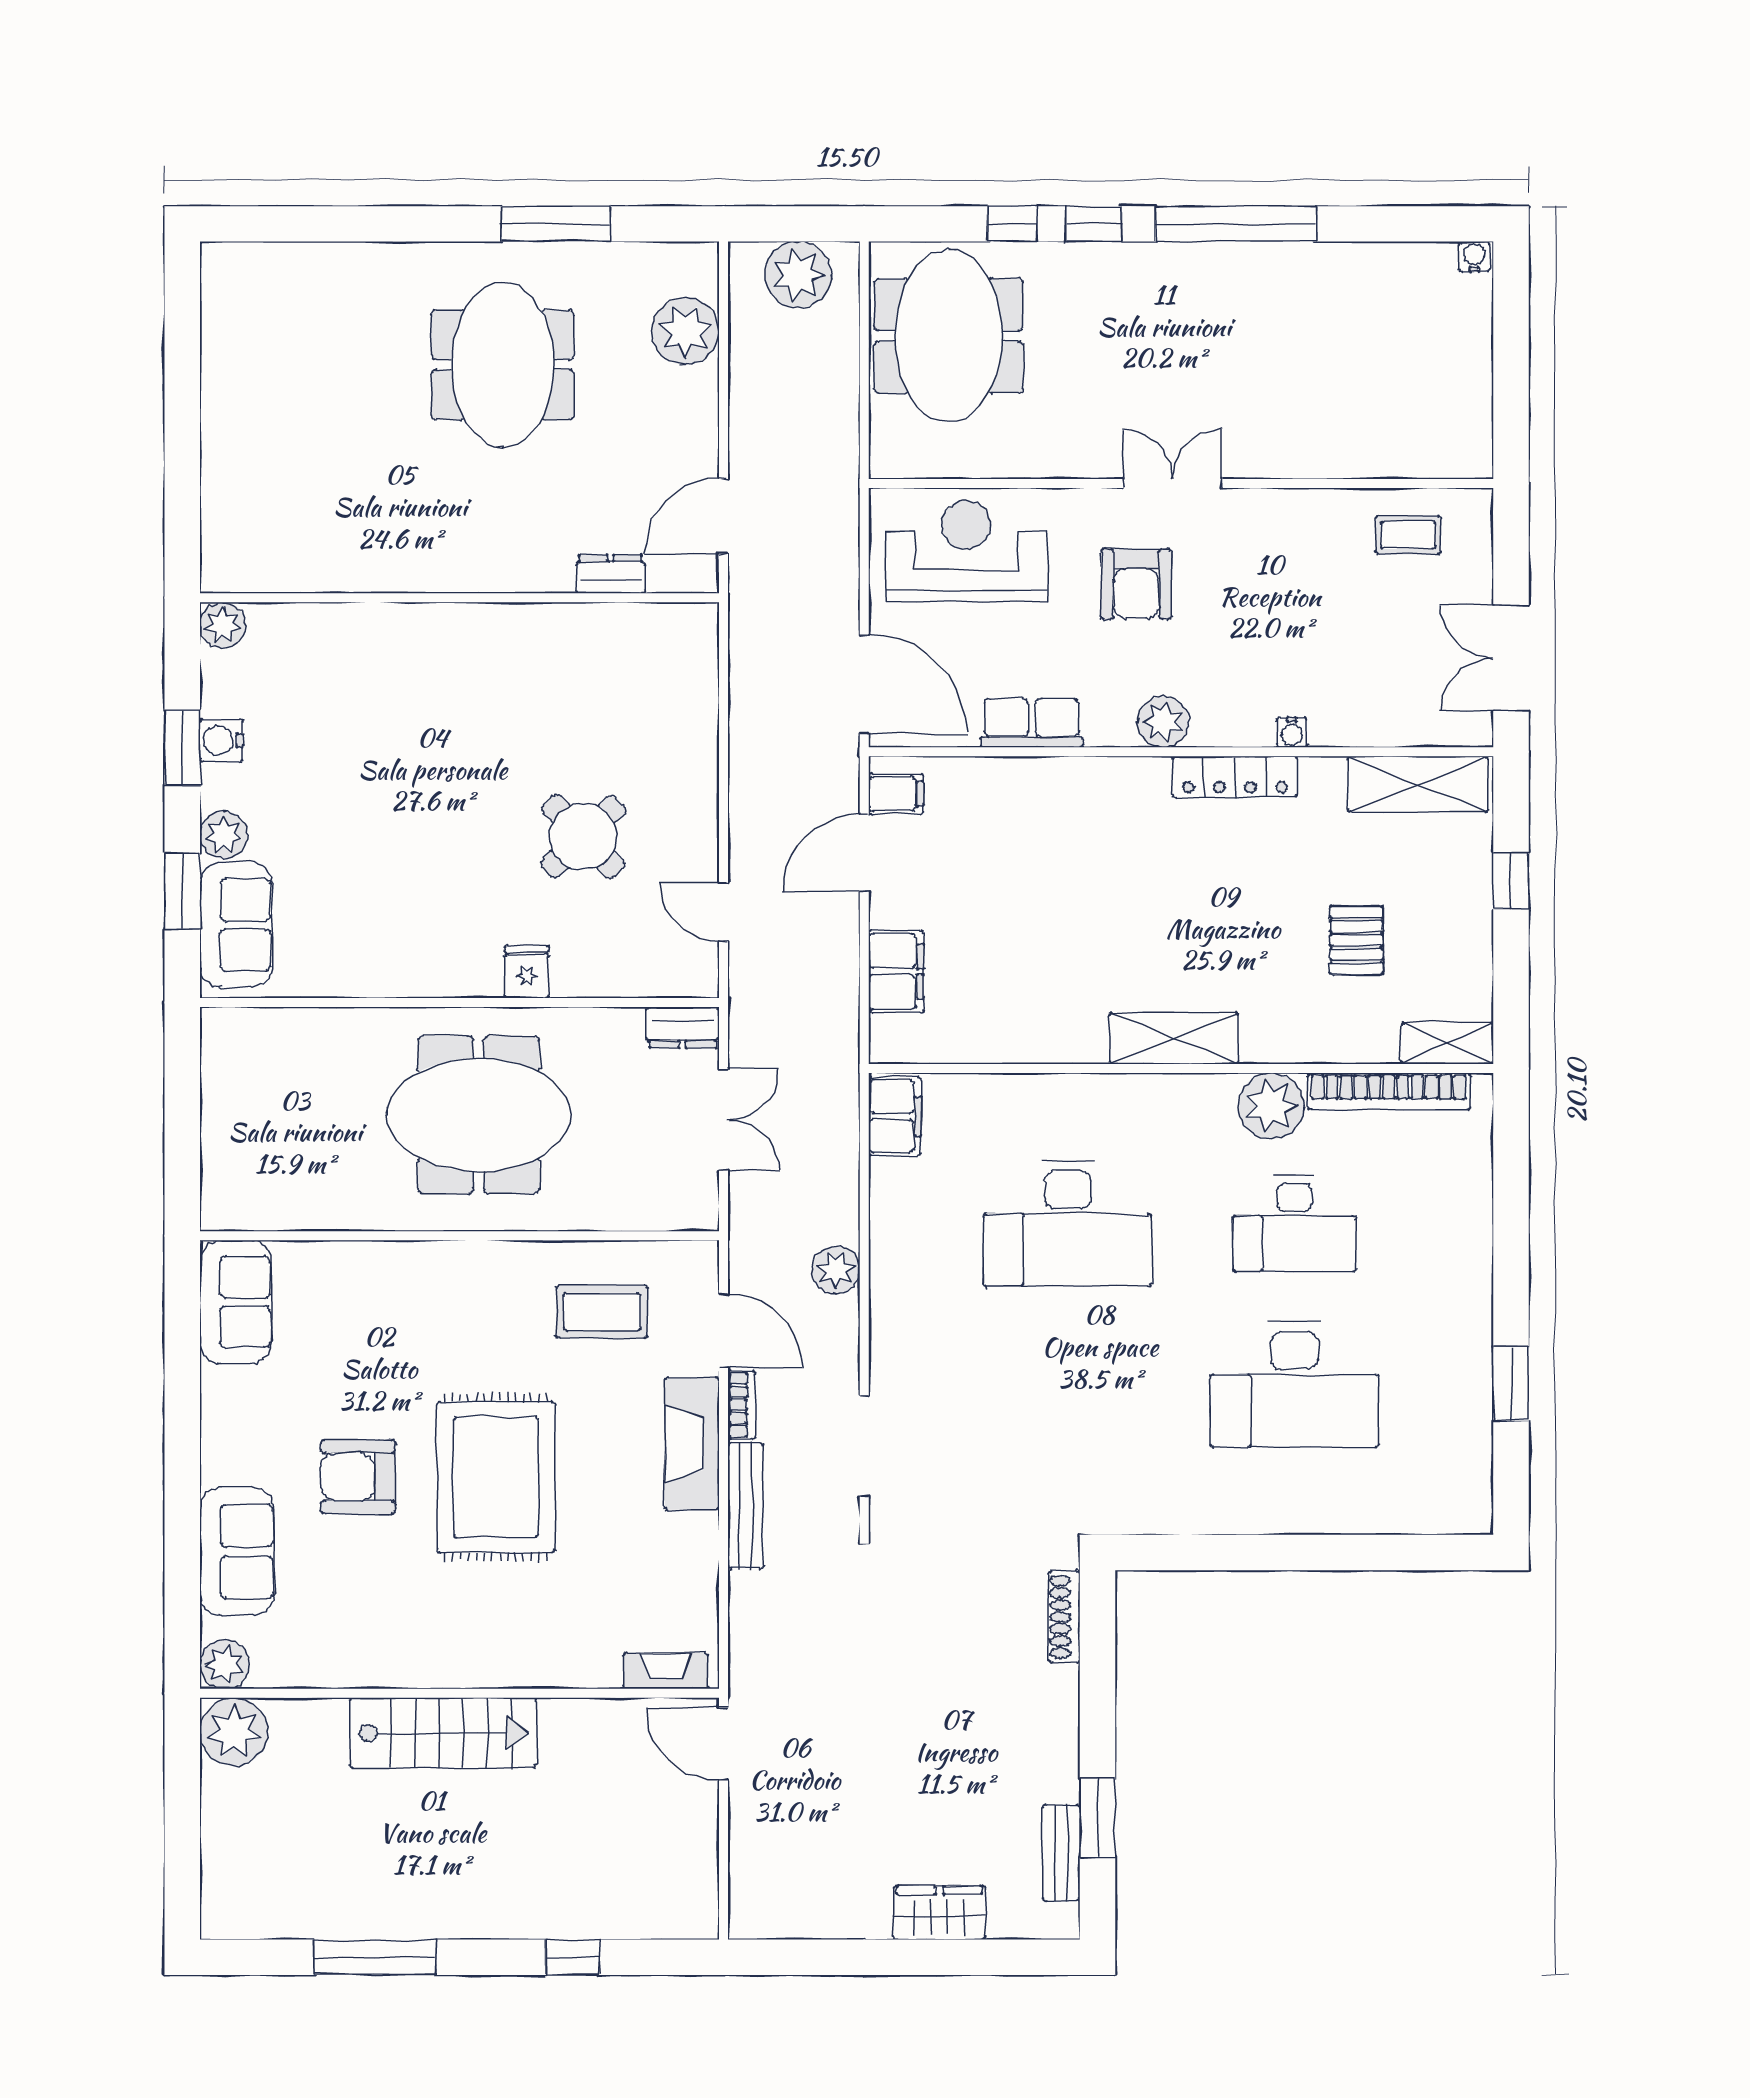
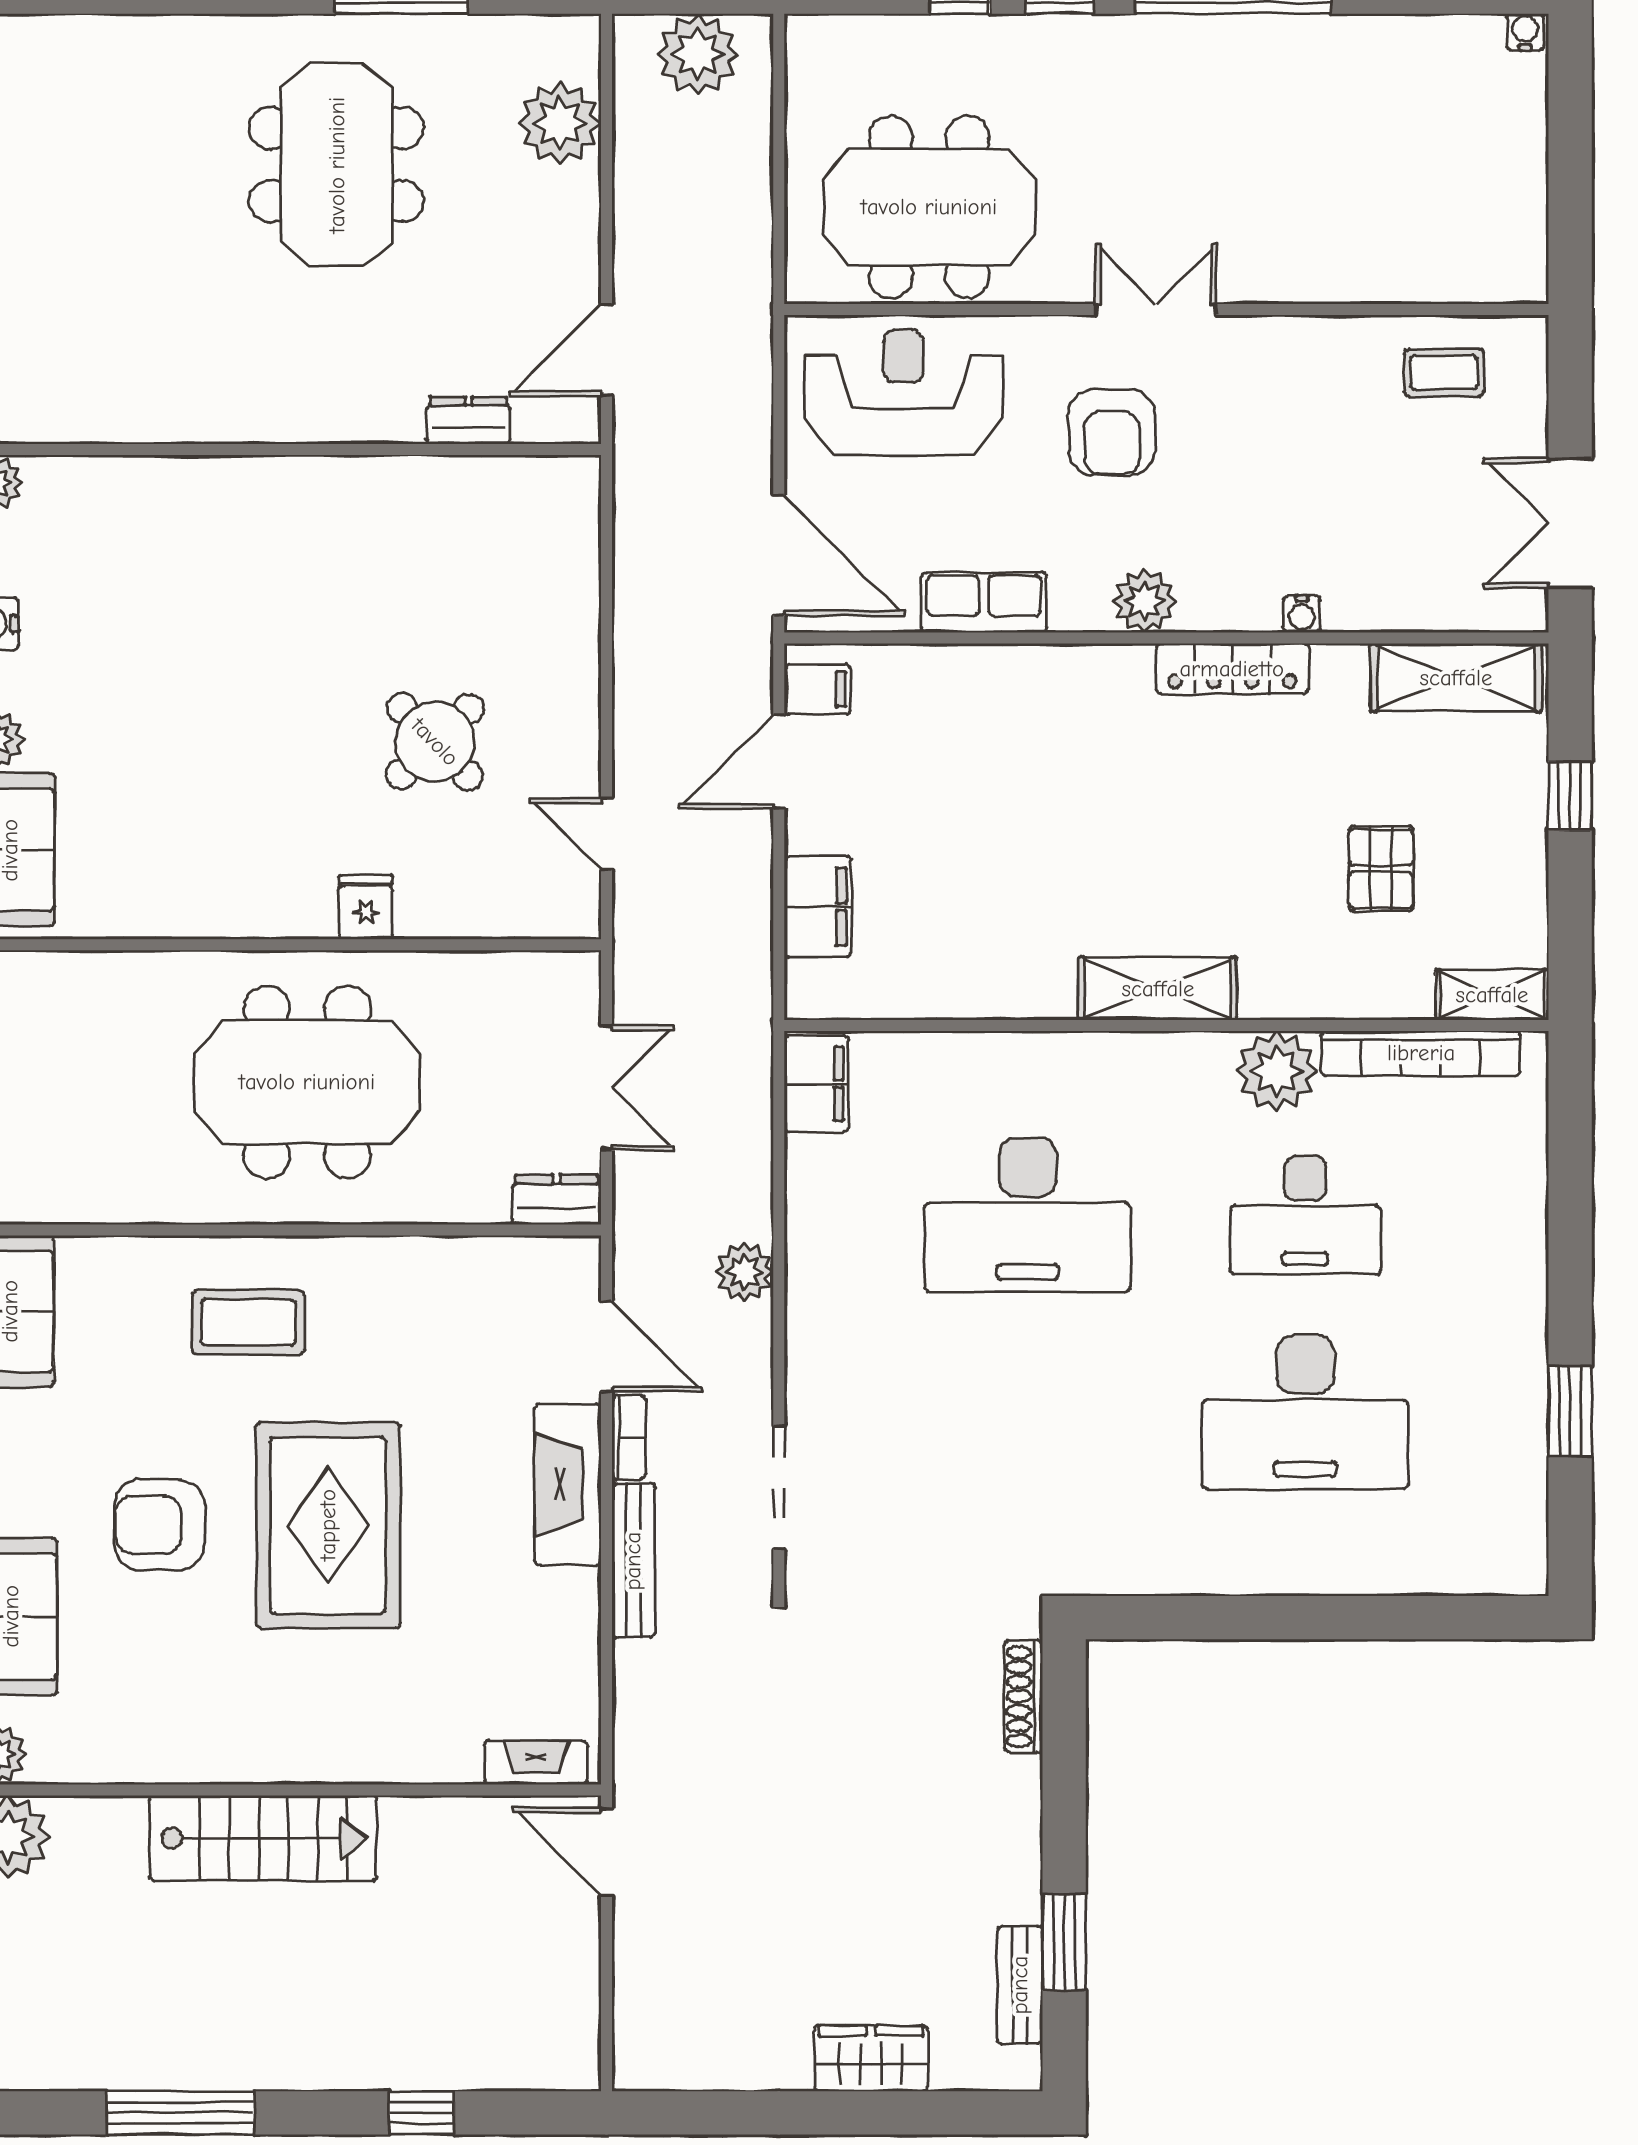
meeting table: (949, 336) -> (929, 207), moved, turned 90
dresser: (683, 1027) -> (557, 1200), moved, turned 180
coffee table: (602, 1312) -> (248, 1322), moved

